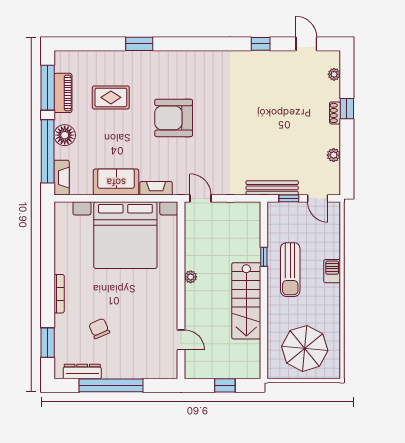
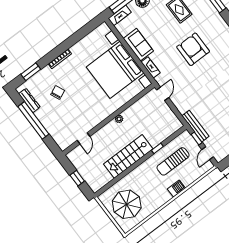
sun lounger: (290, 270) -> (173, 161), moved

